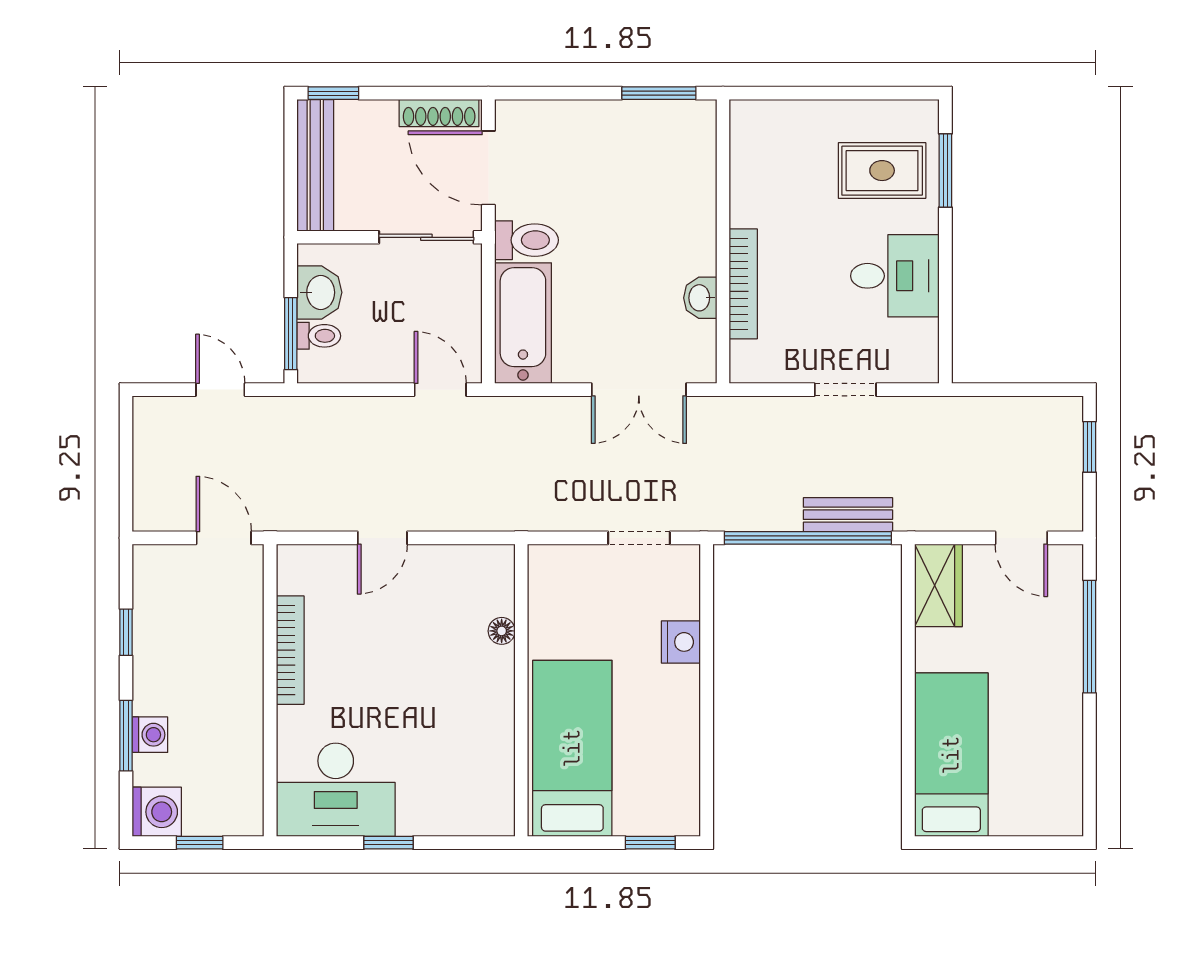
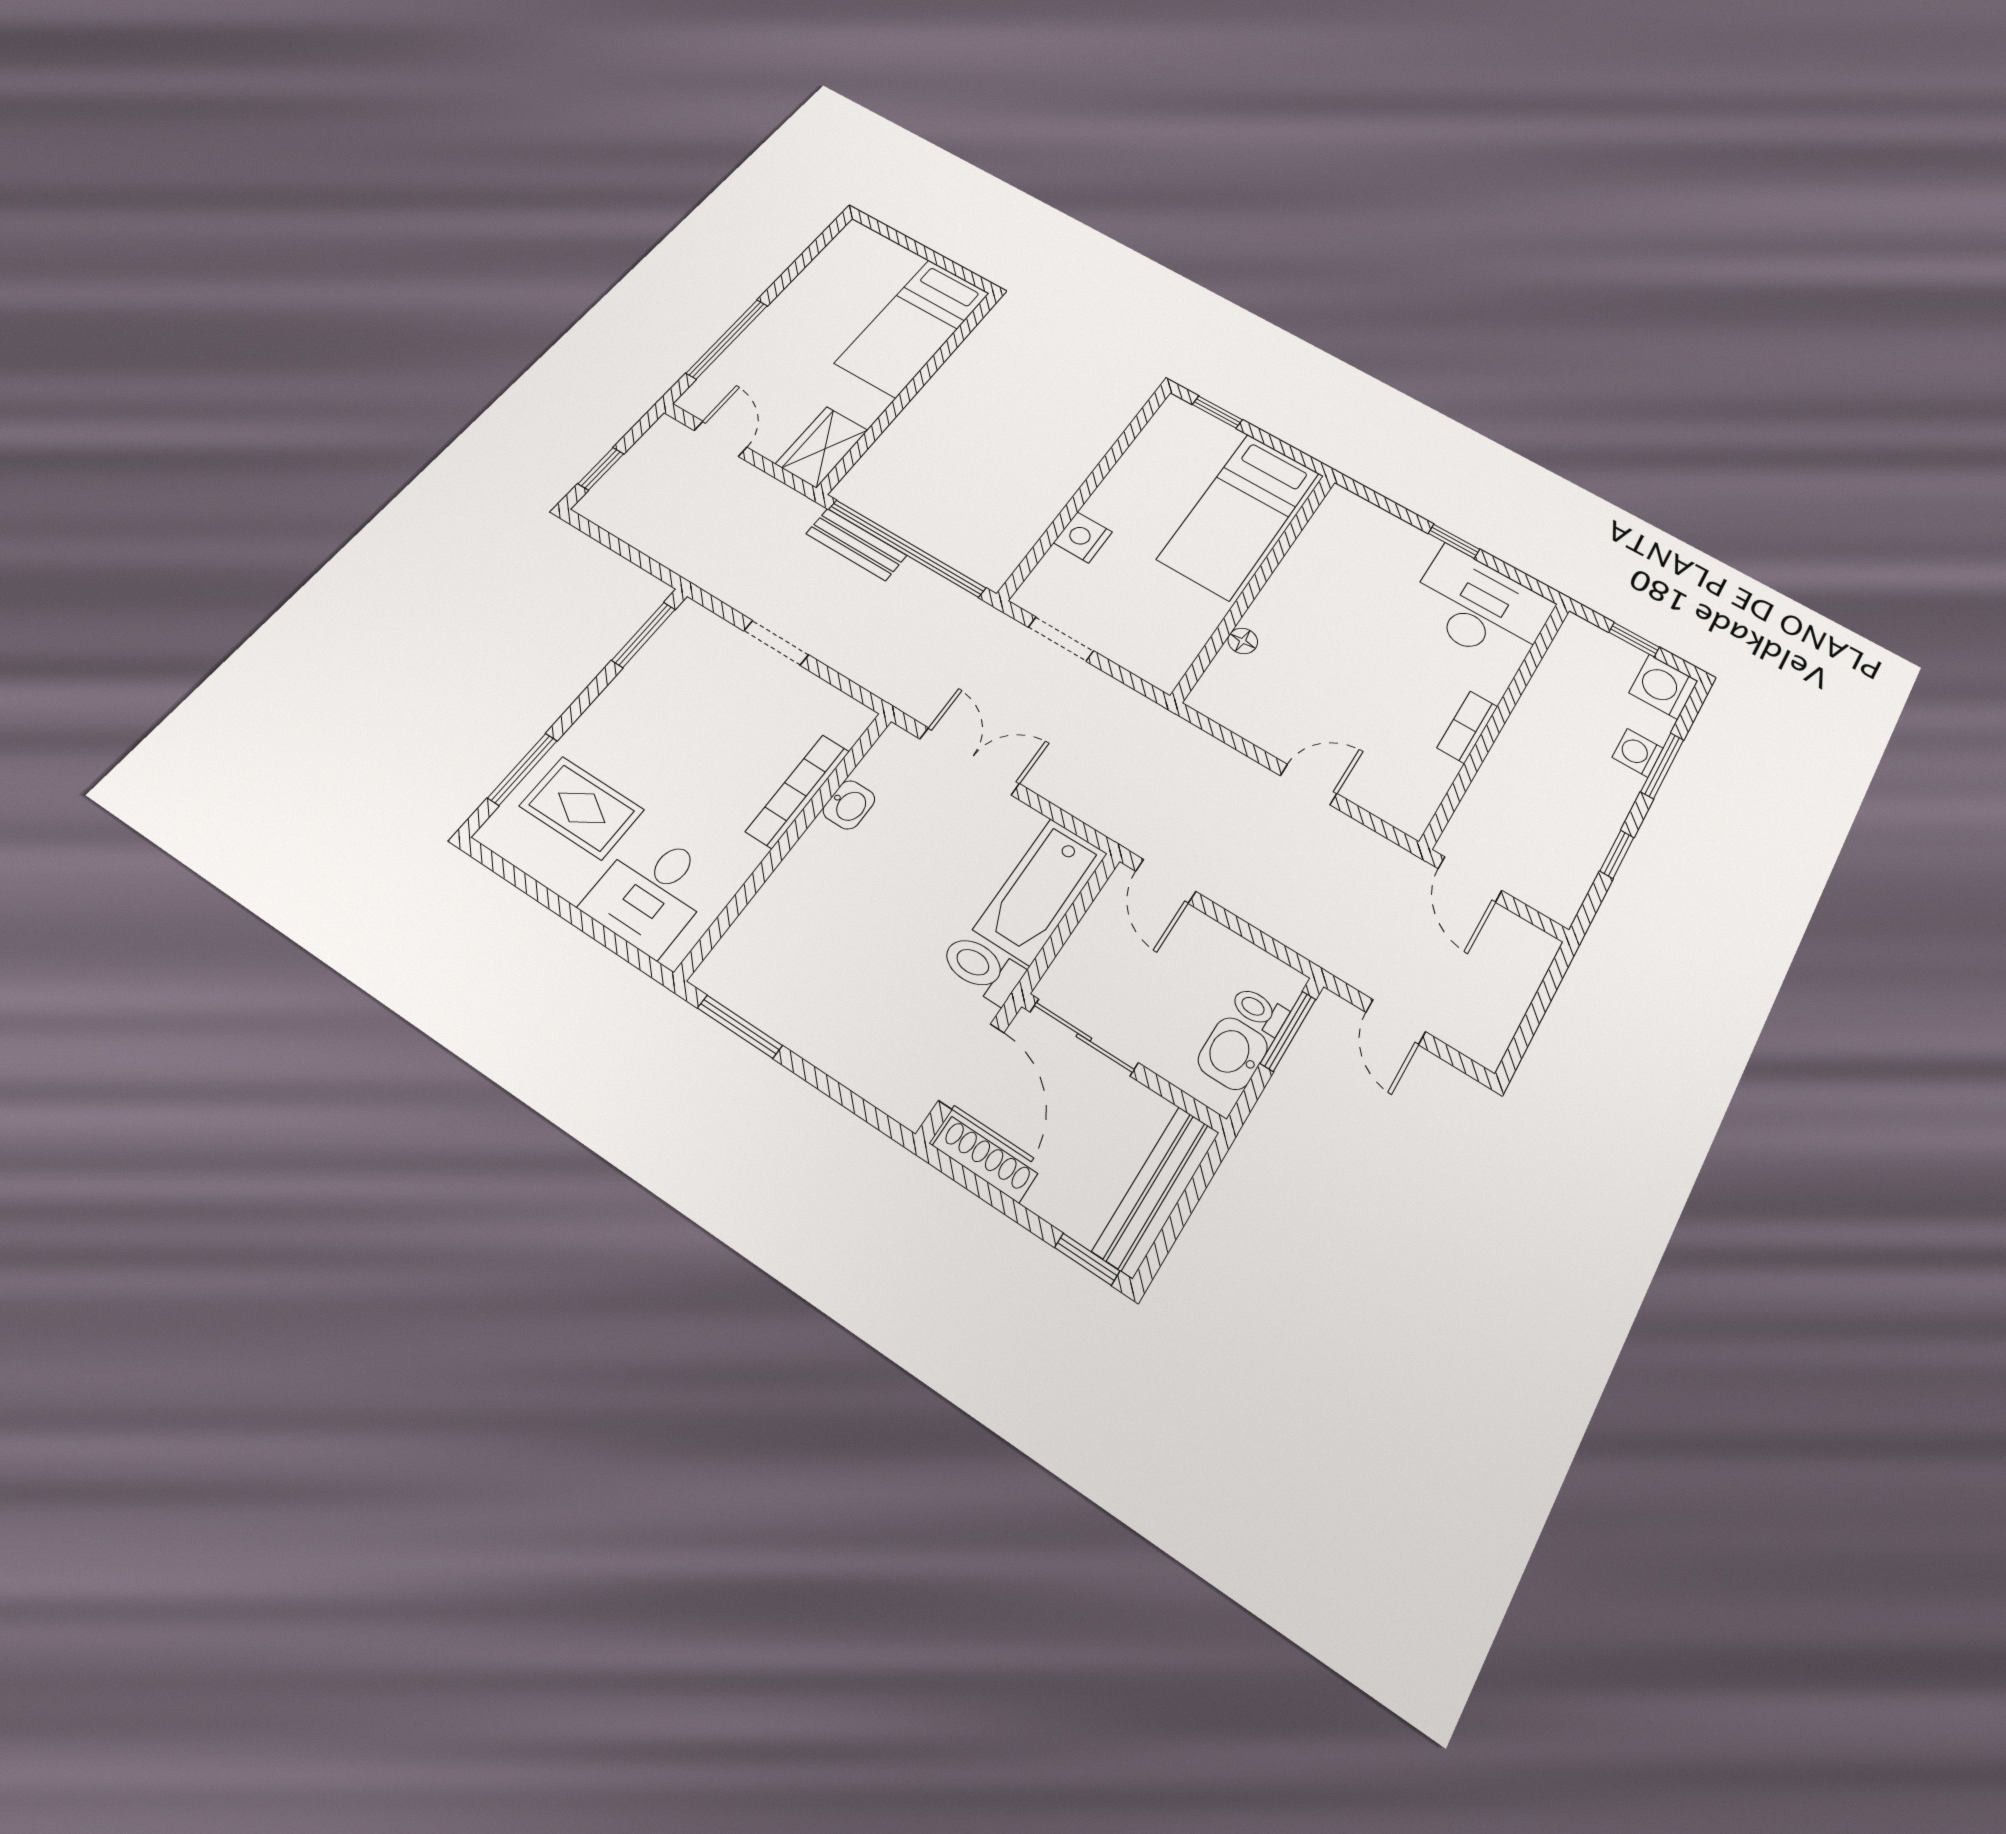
desk: (895, 276) -> (651, 892), moved, turned -90
window: (945, 330) -> (644, 635), added
bookcase: (290, 650) -> (1467, 727), width x0.64

